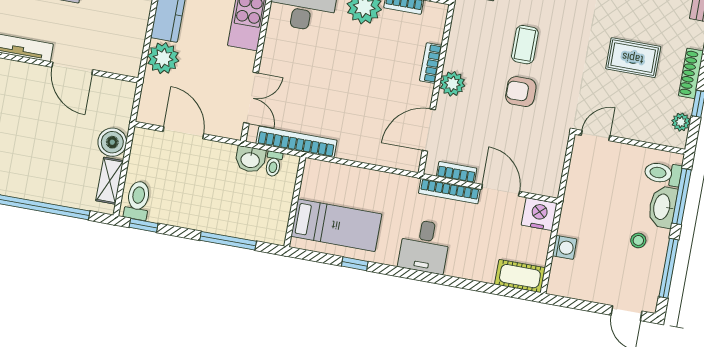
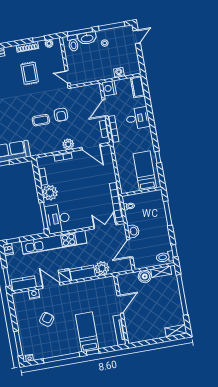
washbasin: (250, 159) -> (133, 231), moved
desk: (424, 246) -> (138, 118), moved

